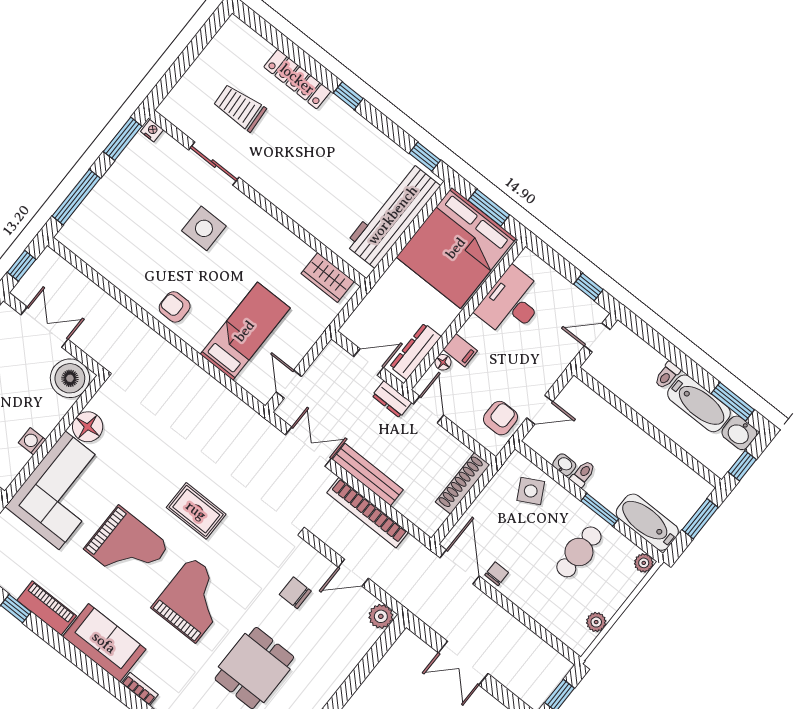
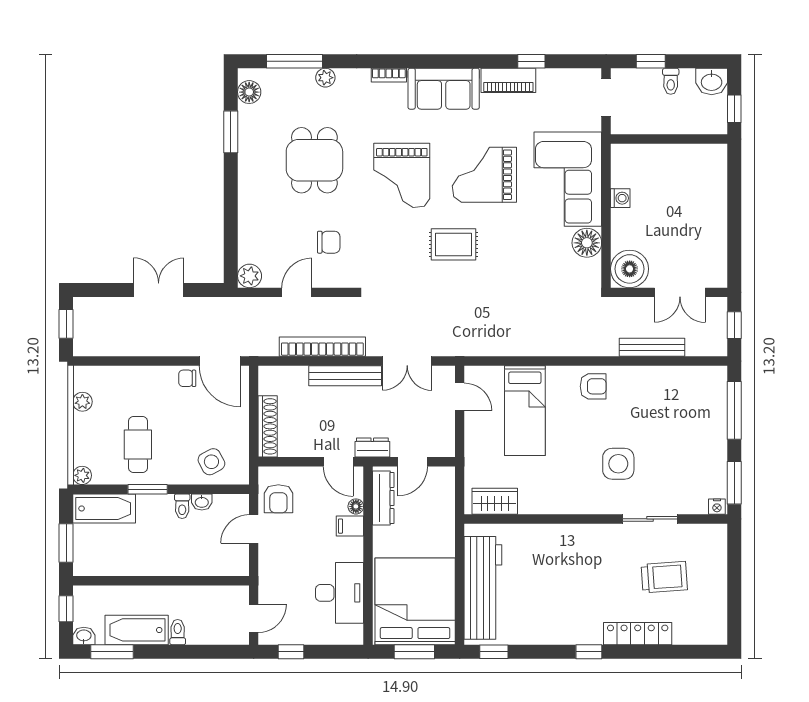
bench: (102, 301) -> (652, 347), added
washbasin: (739, 433) -> (84, 636), width x0.72, depth x0.69
chair: (497, 574) -> (187, 378), turned 90

